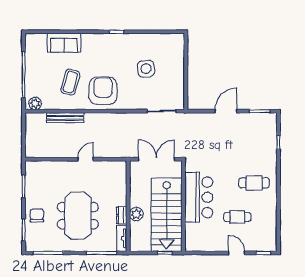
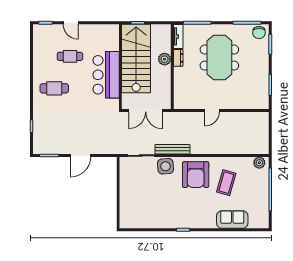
side table: (146, 69) -> (165, 166), moved
bench: (65, 118) -> (172, 149), moved
chair: (37, 215) -> (259, 33), moved

